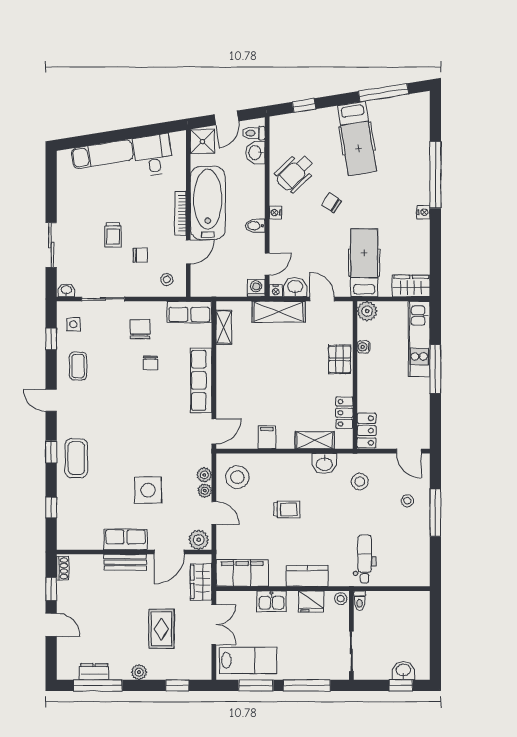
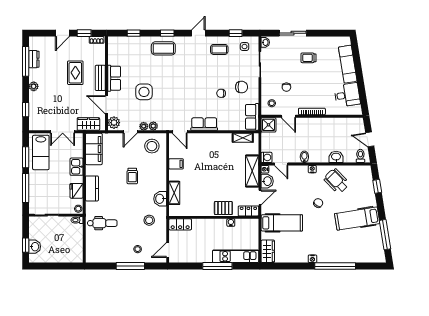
shower: (202, 142) -> (268, 125), moved
washbasin: (255, 153) -> (336, 157), moved
bathtub: (208, 203) -> (318, 128), removed
trolley: (113, 235) -> (309, 58), moved
plant: (367, 311) -> (253, 225), removed
row of seats: (201, 380) -> (204, 124), width x0.68
locker: (344, 413) -> (248, 211), moved
rug: (161, 629) -> (75, 73), moved, turned 90

